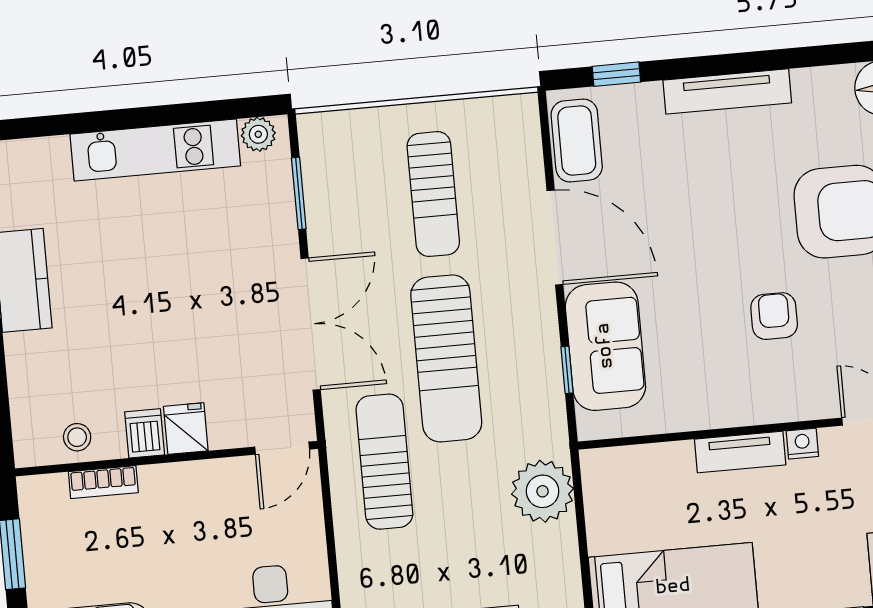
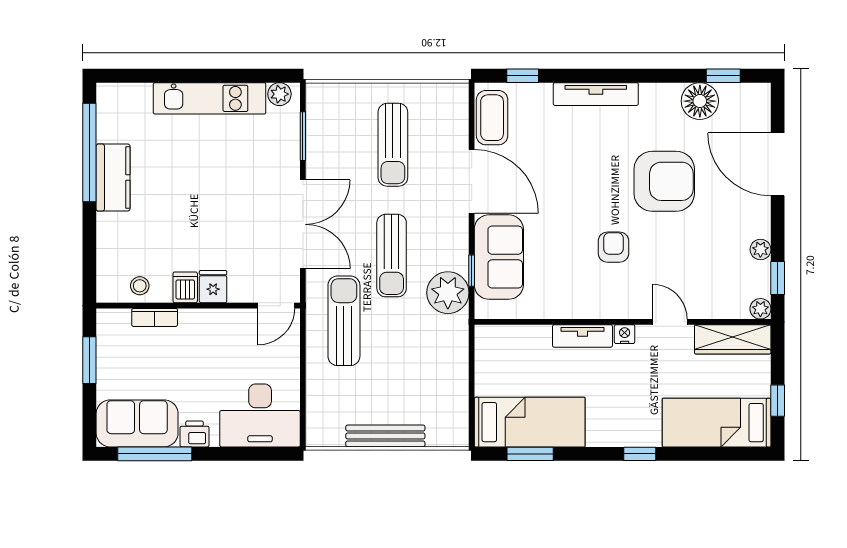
sun lounger: (446, 358) -> (392, 256), width x0.73, depth x0.75
plant: (543, 491) -> (448, 293), moved

